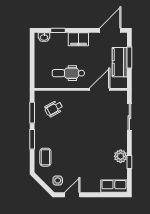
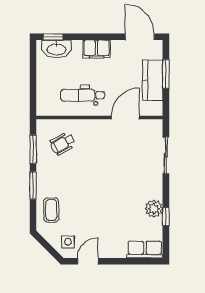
window: (58, 30) -> (53, 37), moved
door: (110, 30) -> (140, 37), hinge flipped
washbasin: (44, 37) -> (56, 49), width x1.91, depth x1.45

